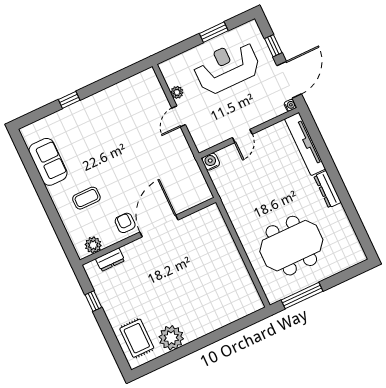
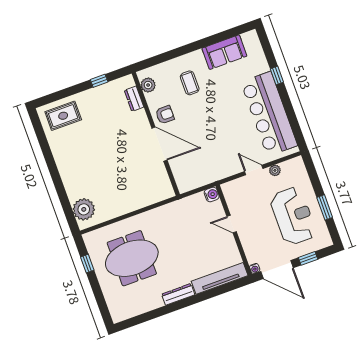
bar counter: (113, 105) -> (269, 114), added
meeting table: (291, 246) -> (132, 258), turned 90
window: (302, 296) -> (87, 264), width x0.46
plant: (171, 338) -> (84, 209), moved

